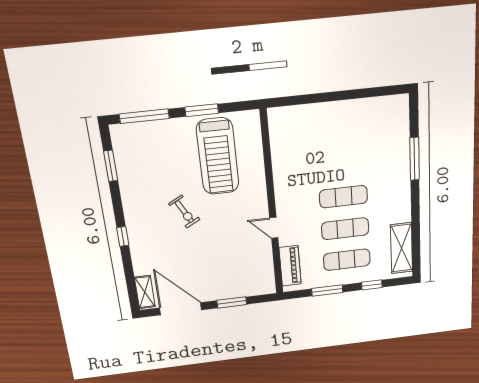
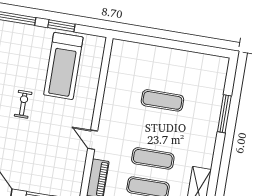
exercise mat: (343, 197) -> (162, 100), moved
exercise bike: (184, 212) -> (23, 104), turned -152

